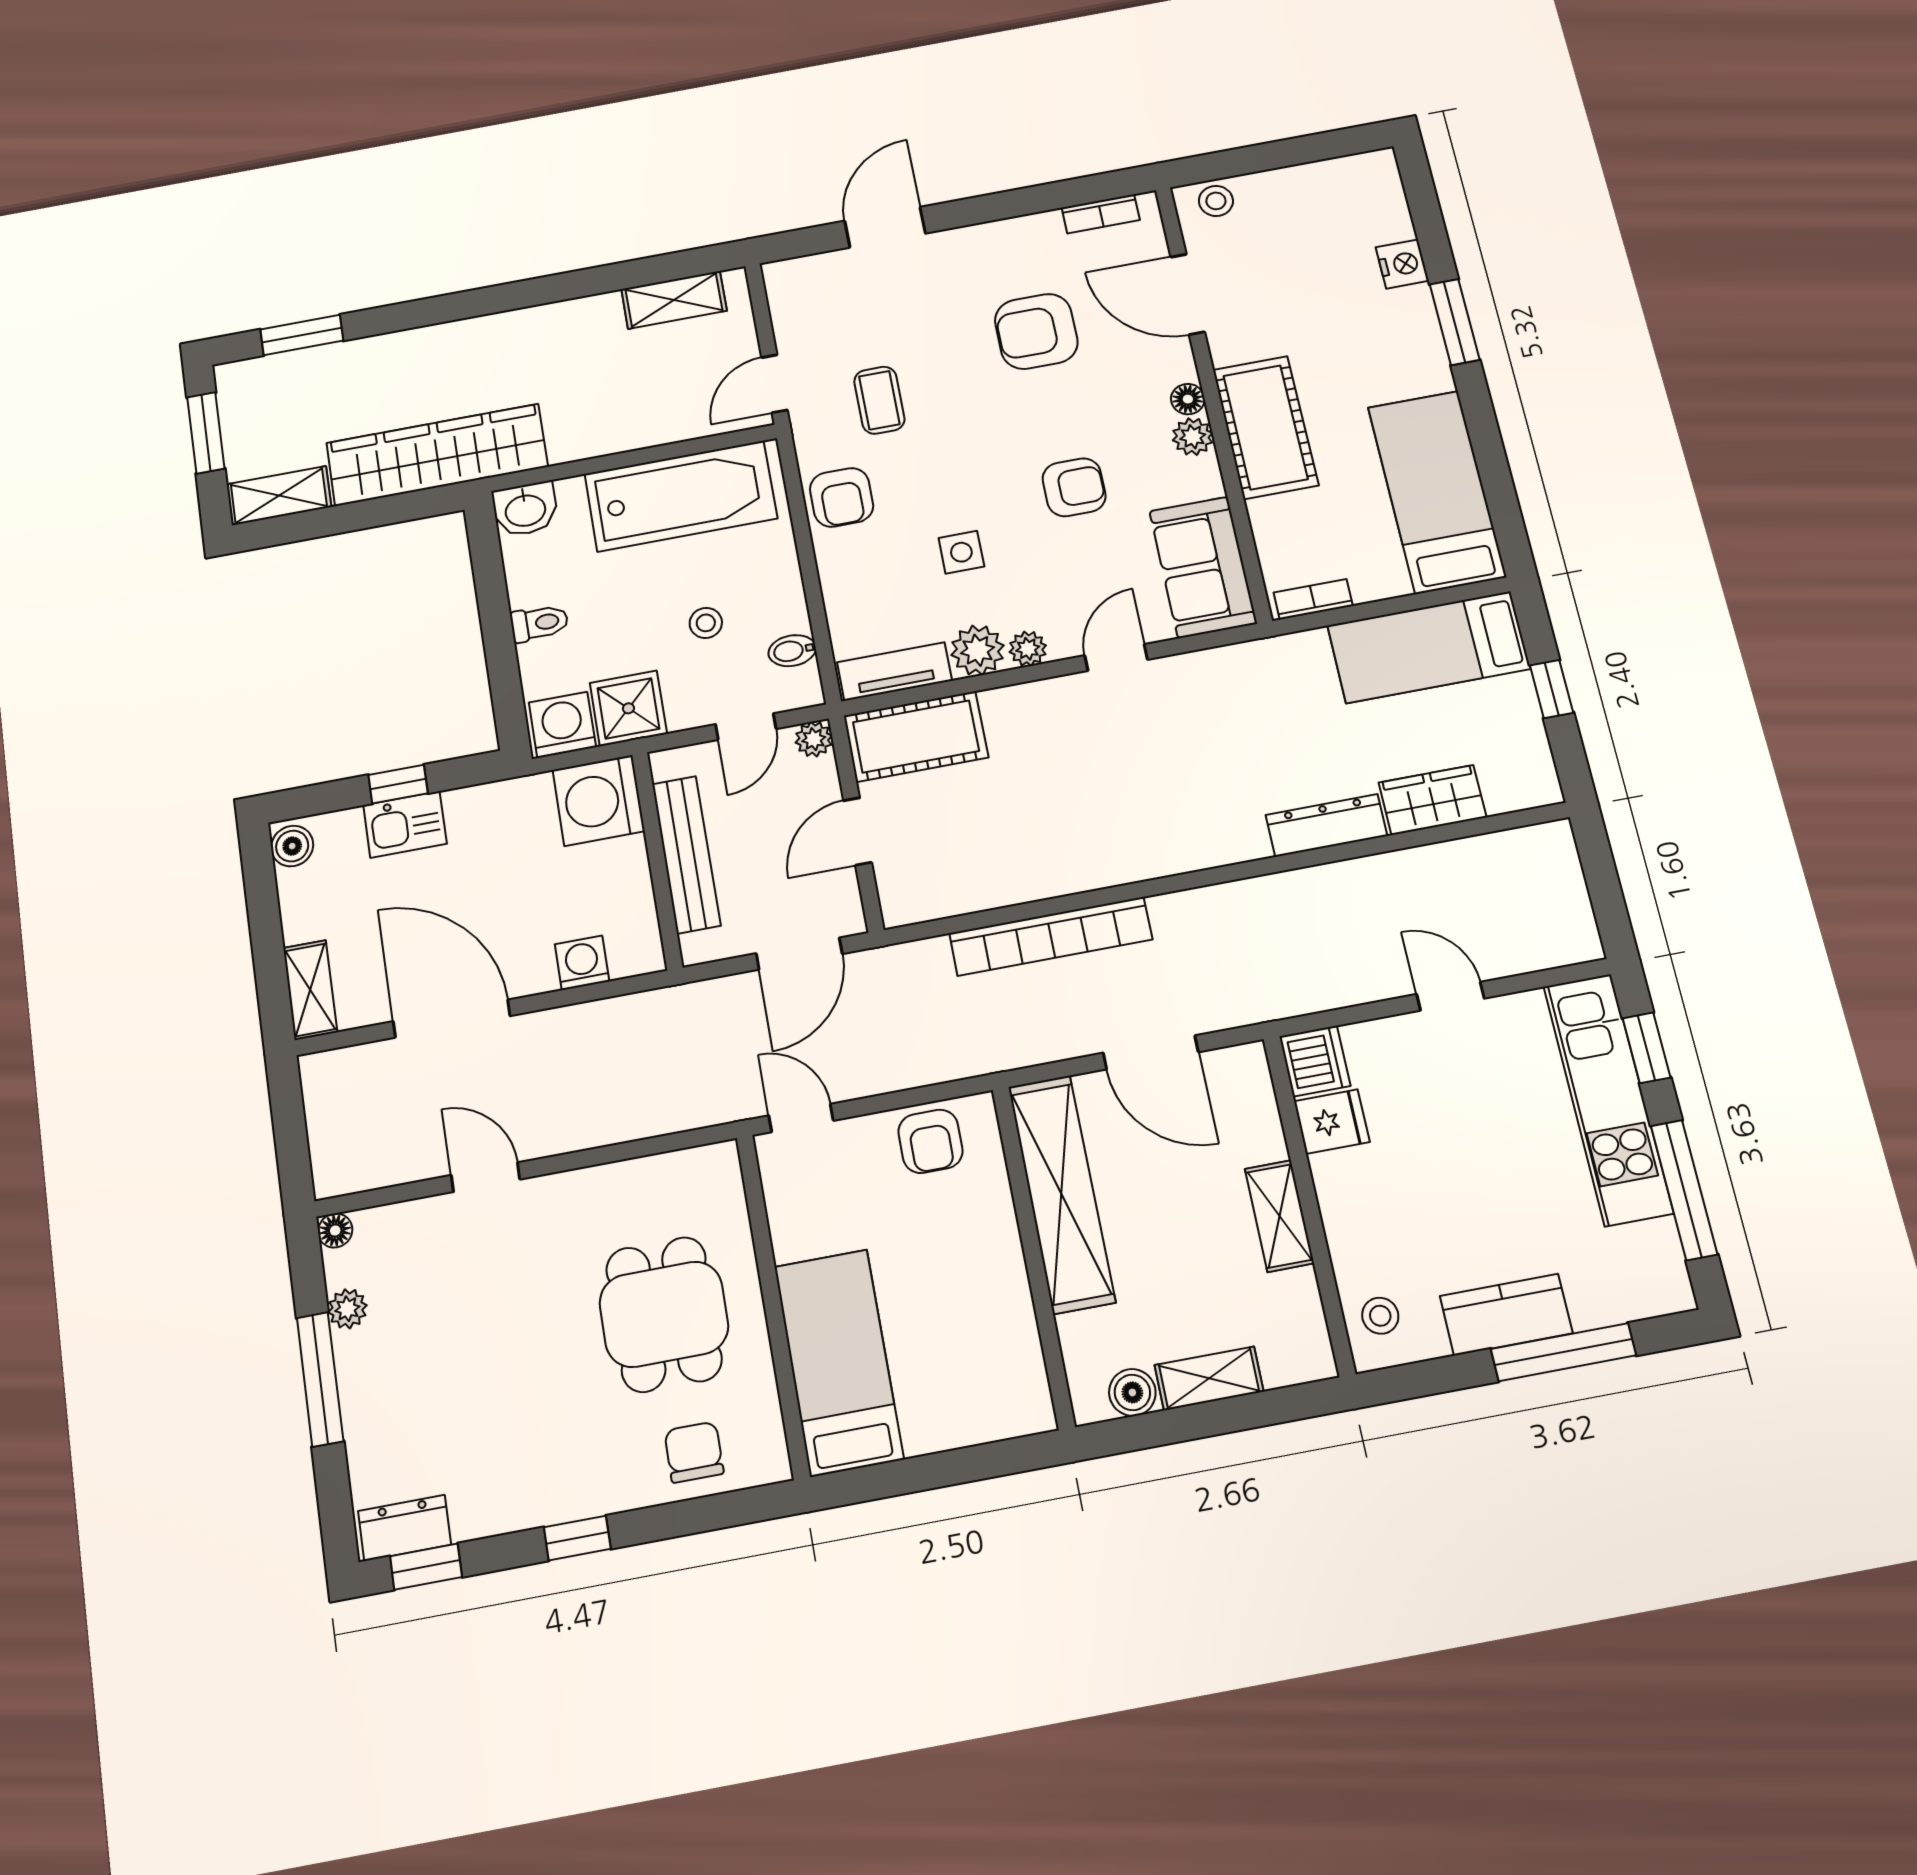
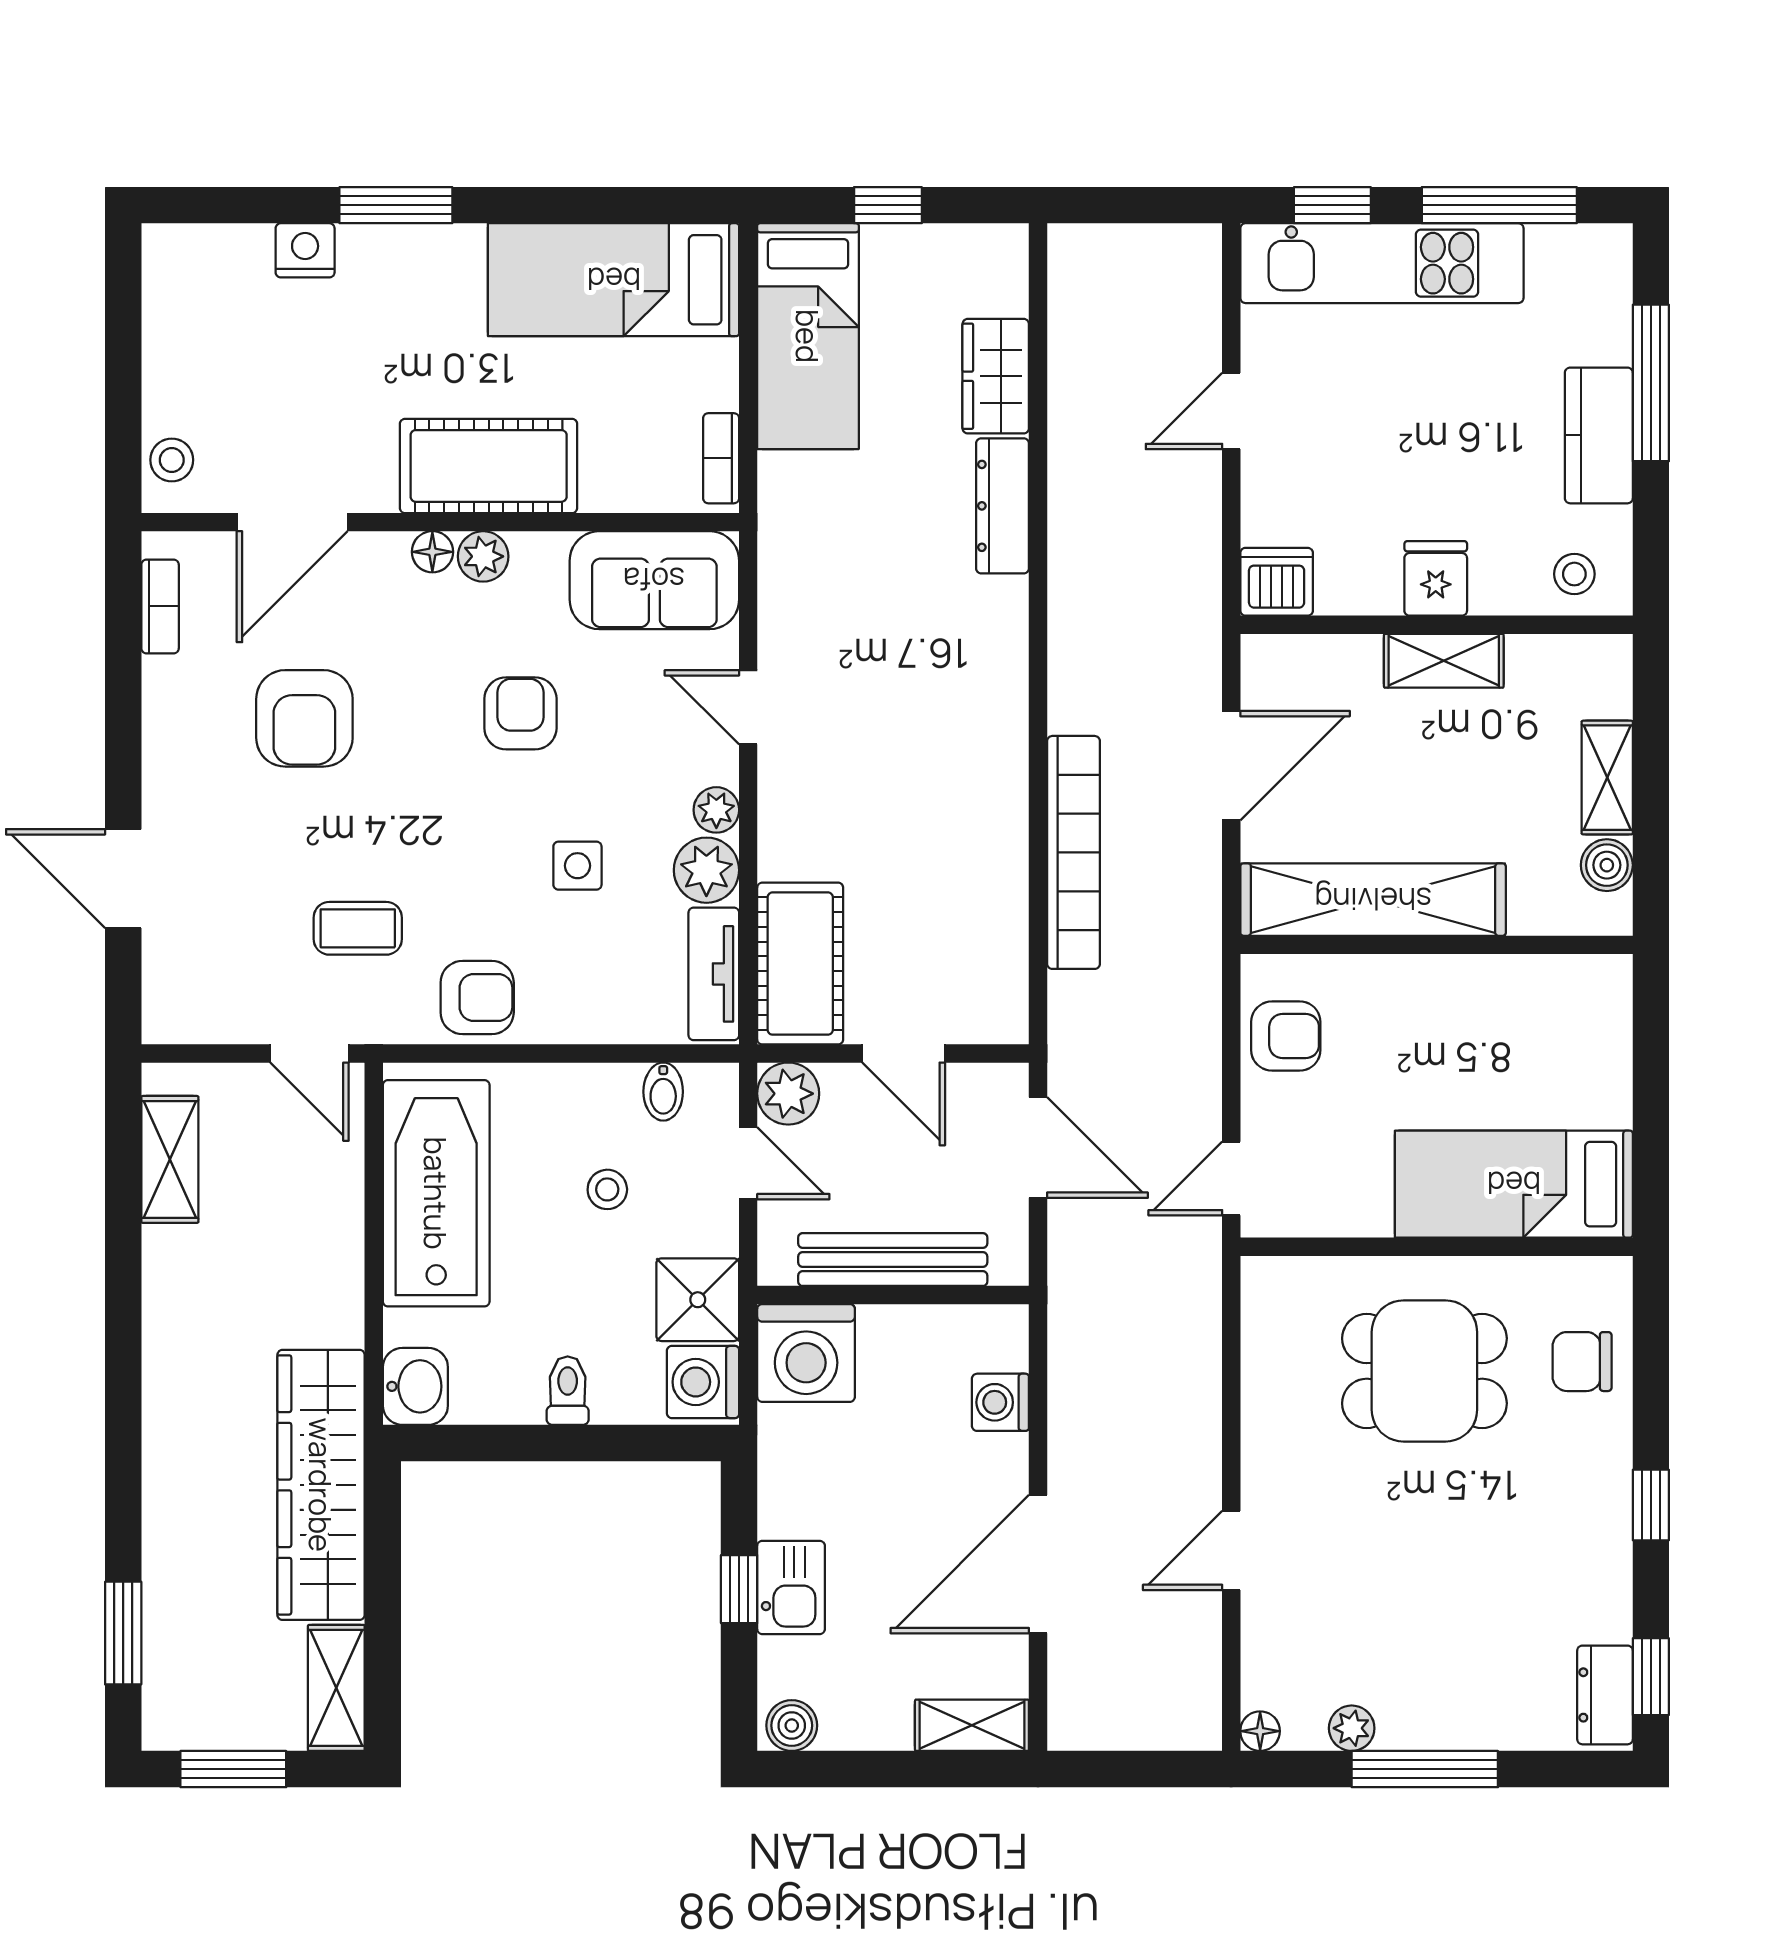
plant: (814, 739) -> (788, 1094), width x1.38, depth x1.38
fridge: (1332, 1122) -> (1436, 578), moved

